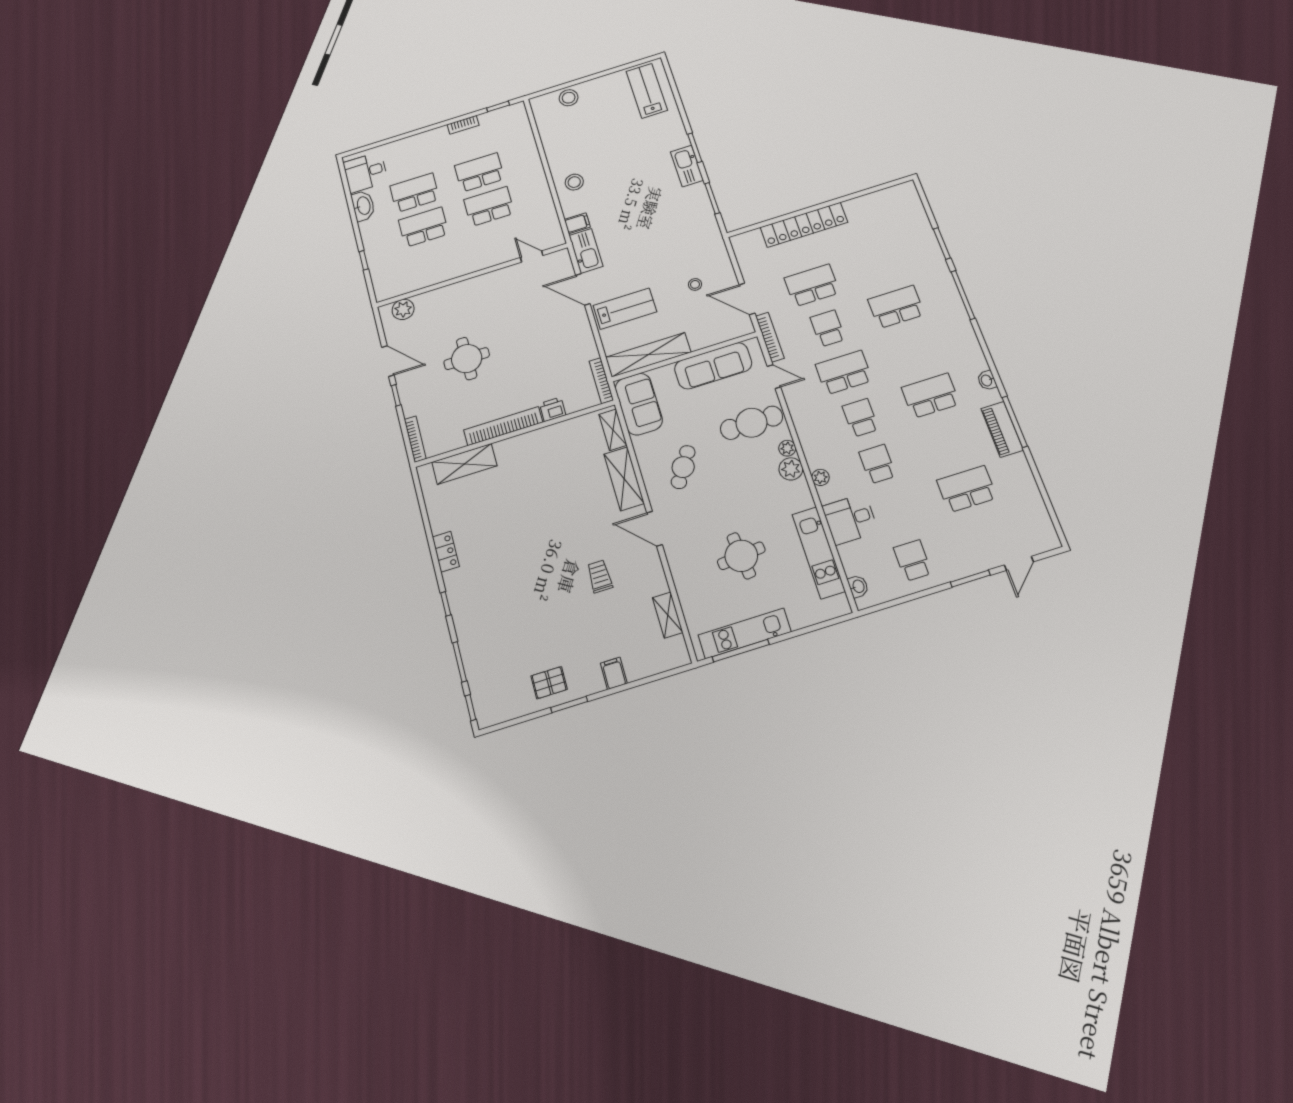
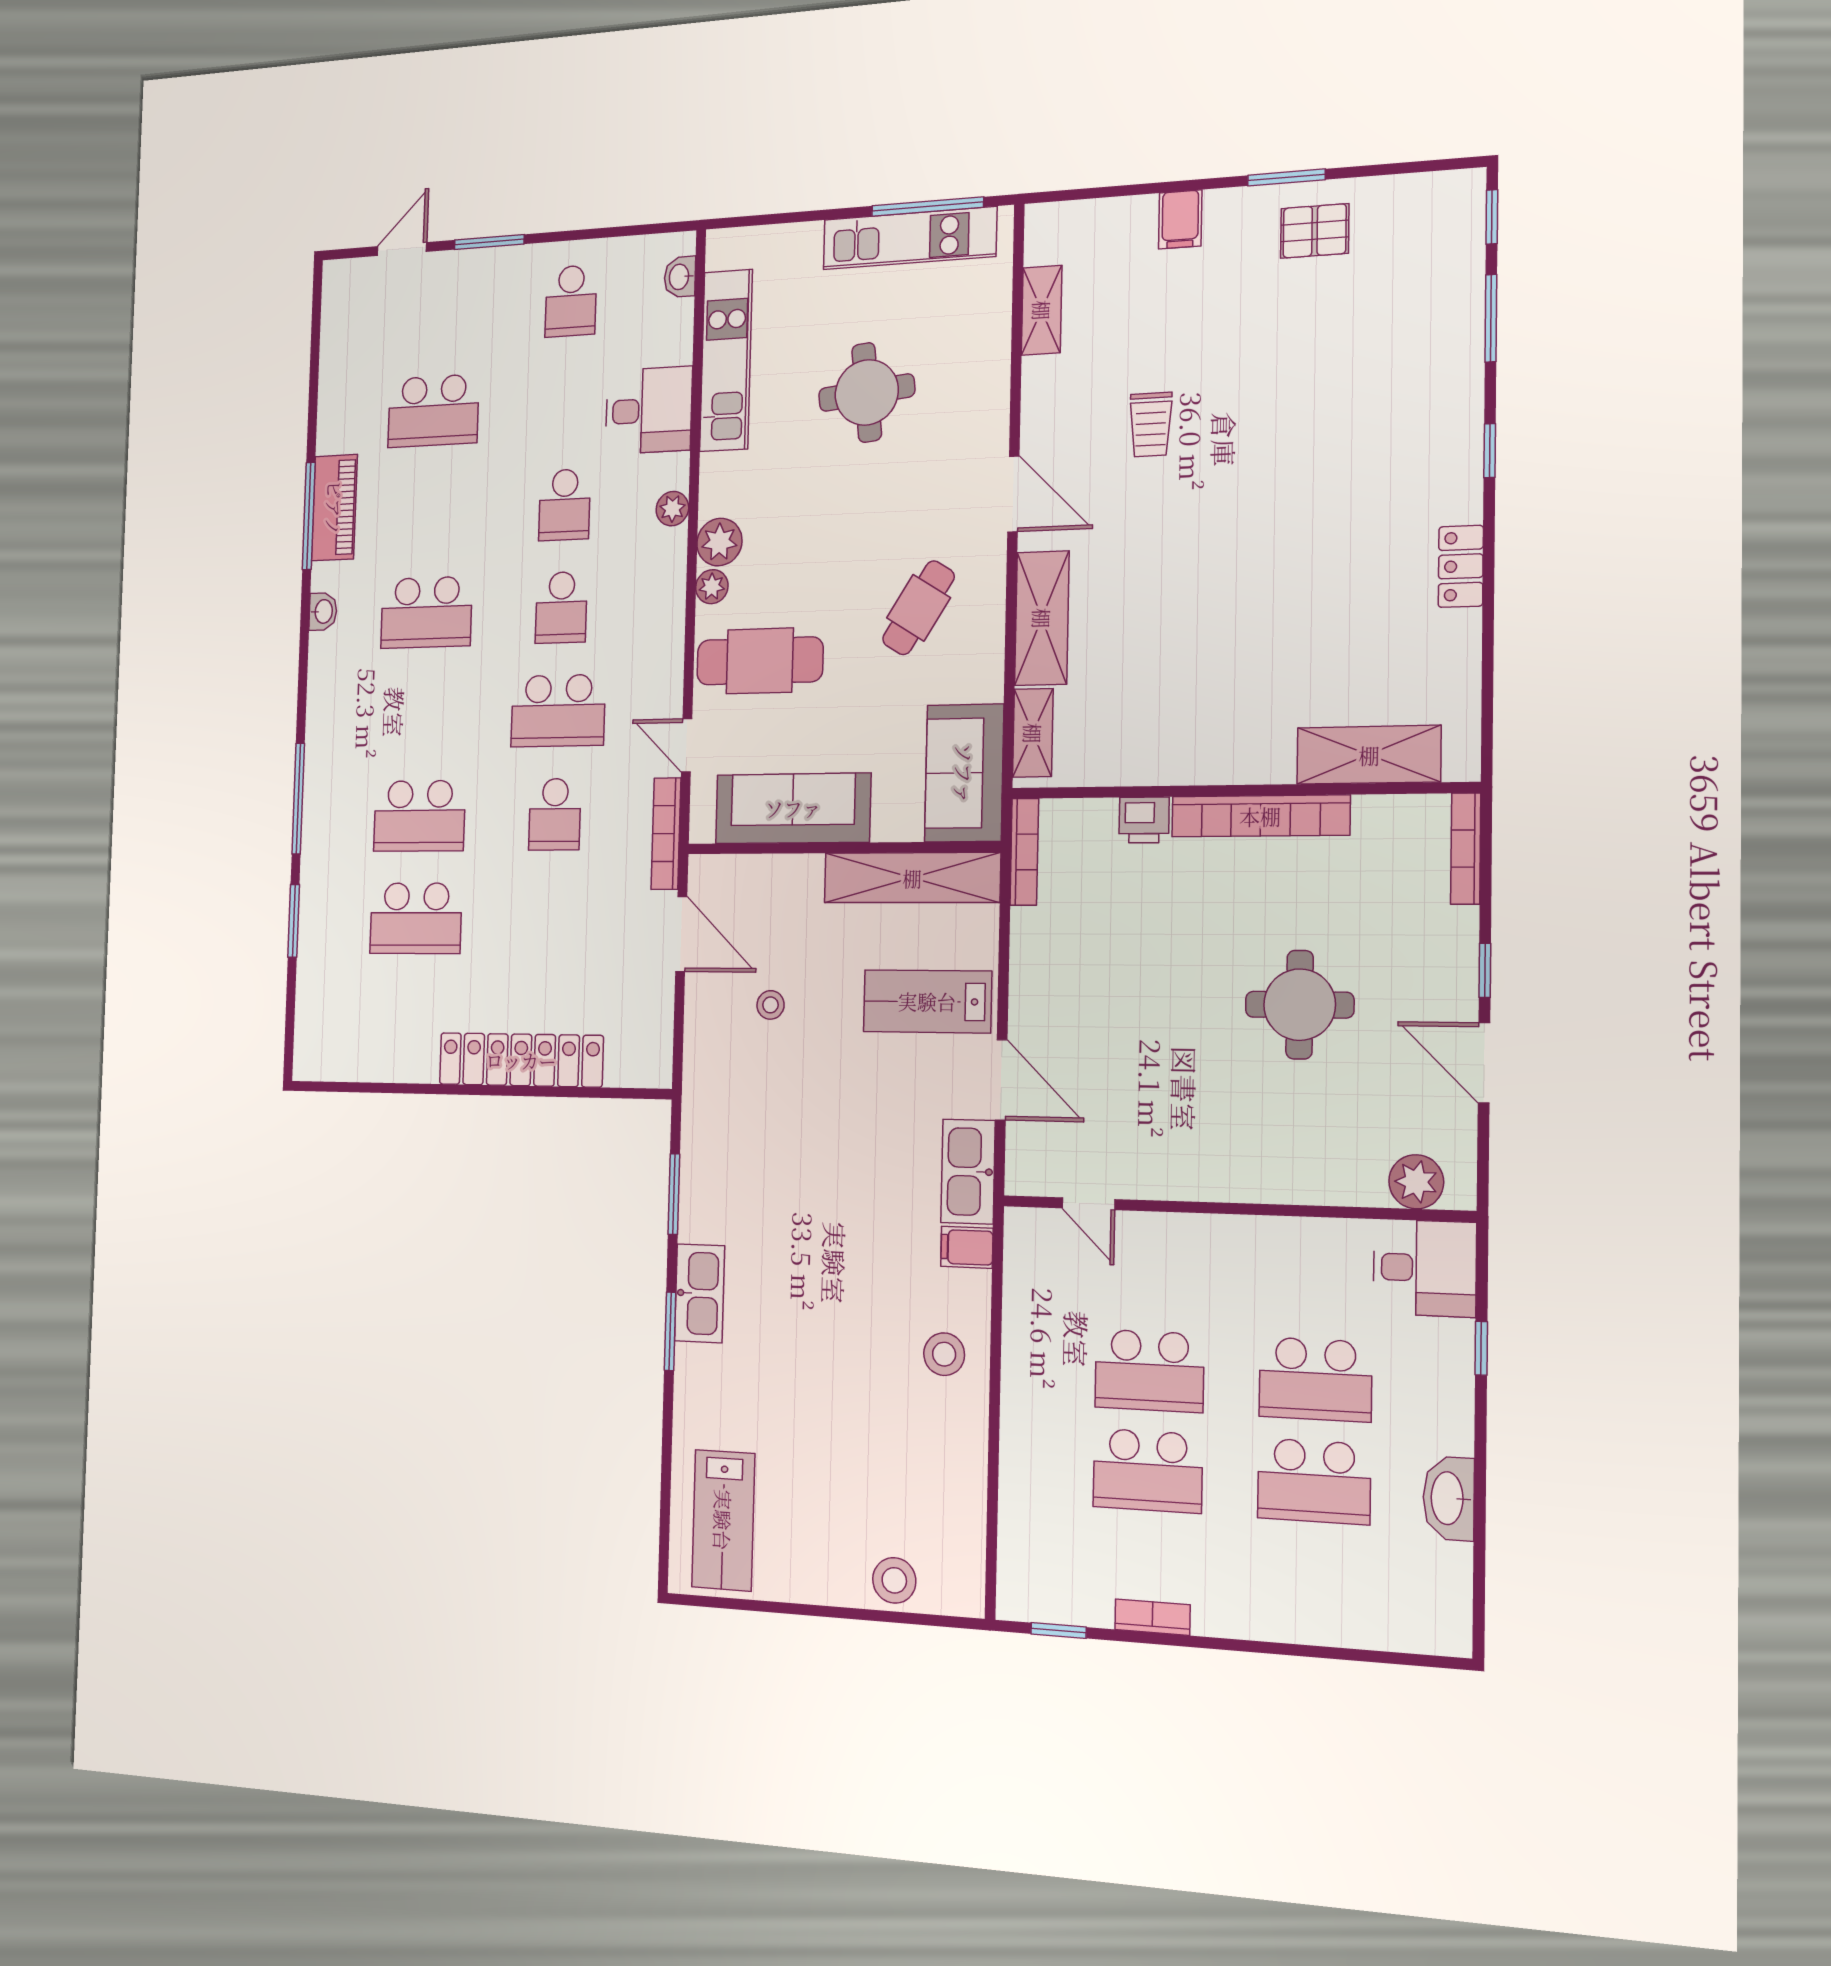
desk: (366, 172) -> (1425, 1268), moved
school desk: (812, 285) -> (416, 918), moved

